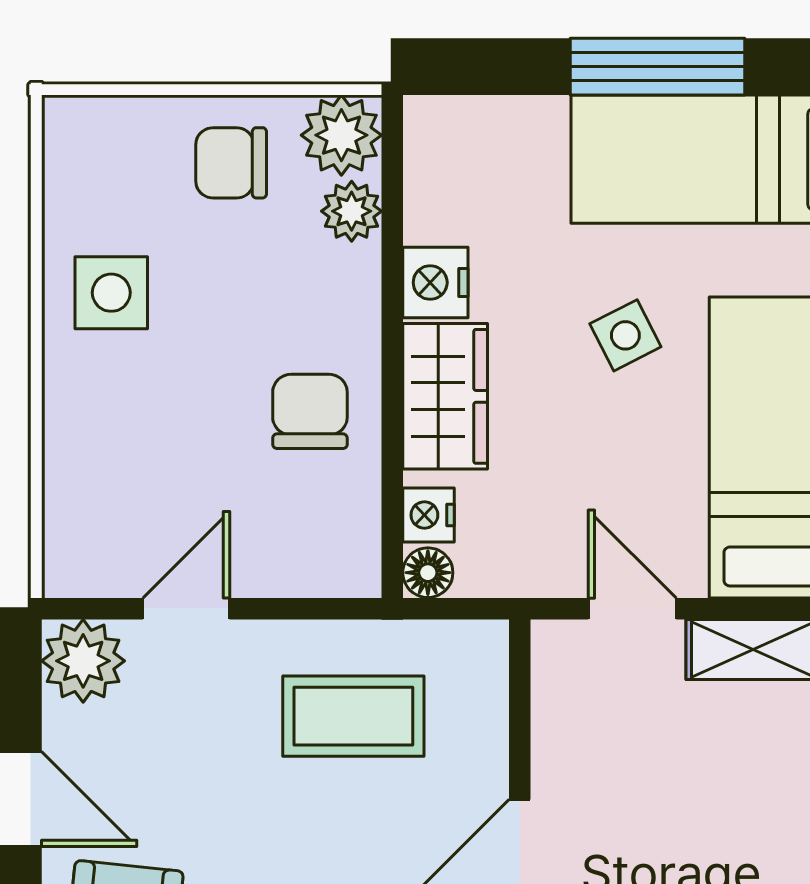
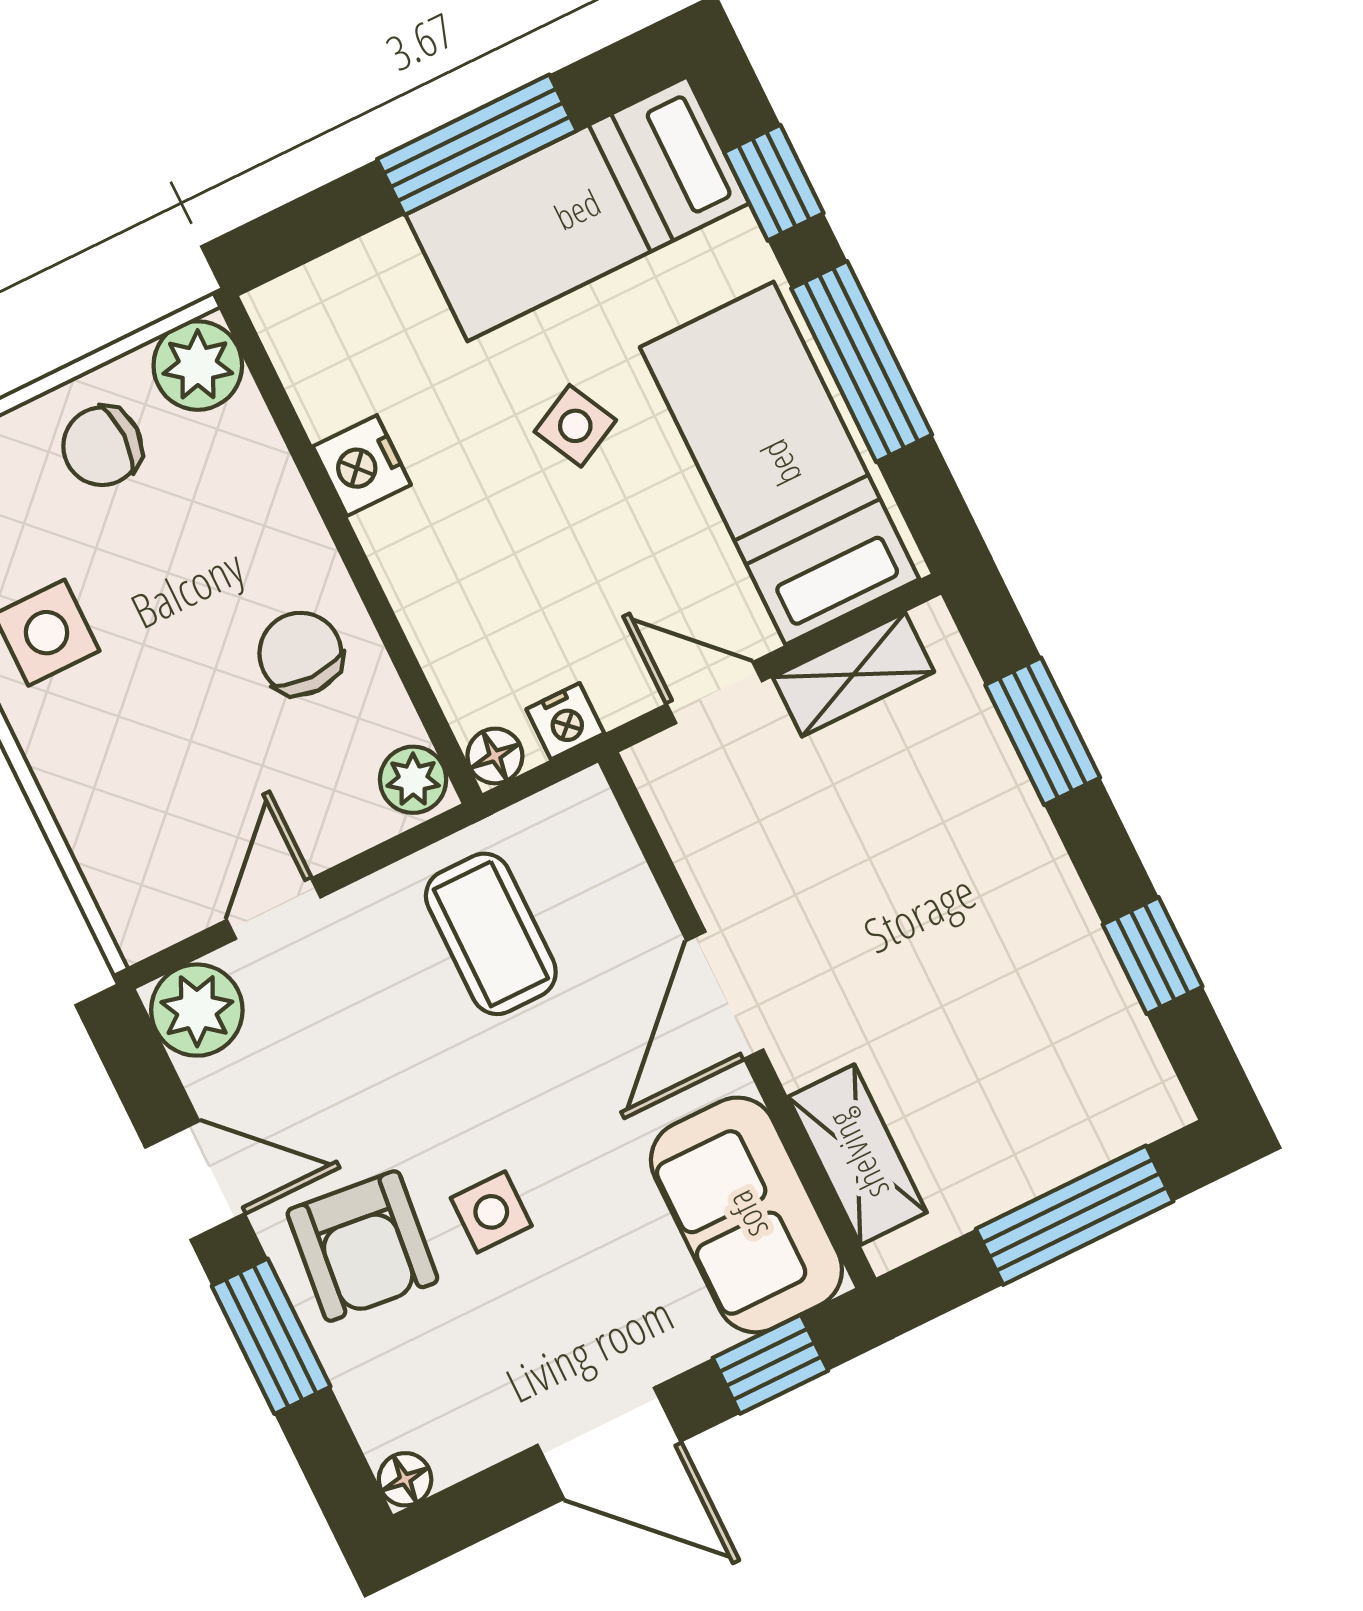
plant: (352, 211) -> (413, 780), moved
wardrobe: (445, 396) -> (427, 573), removed
nightstand: (428, 515) -> (565, 721), moved, turned -90
coffee table: (353, 716) -> (491, 934), turned 90

